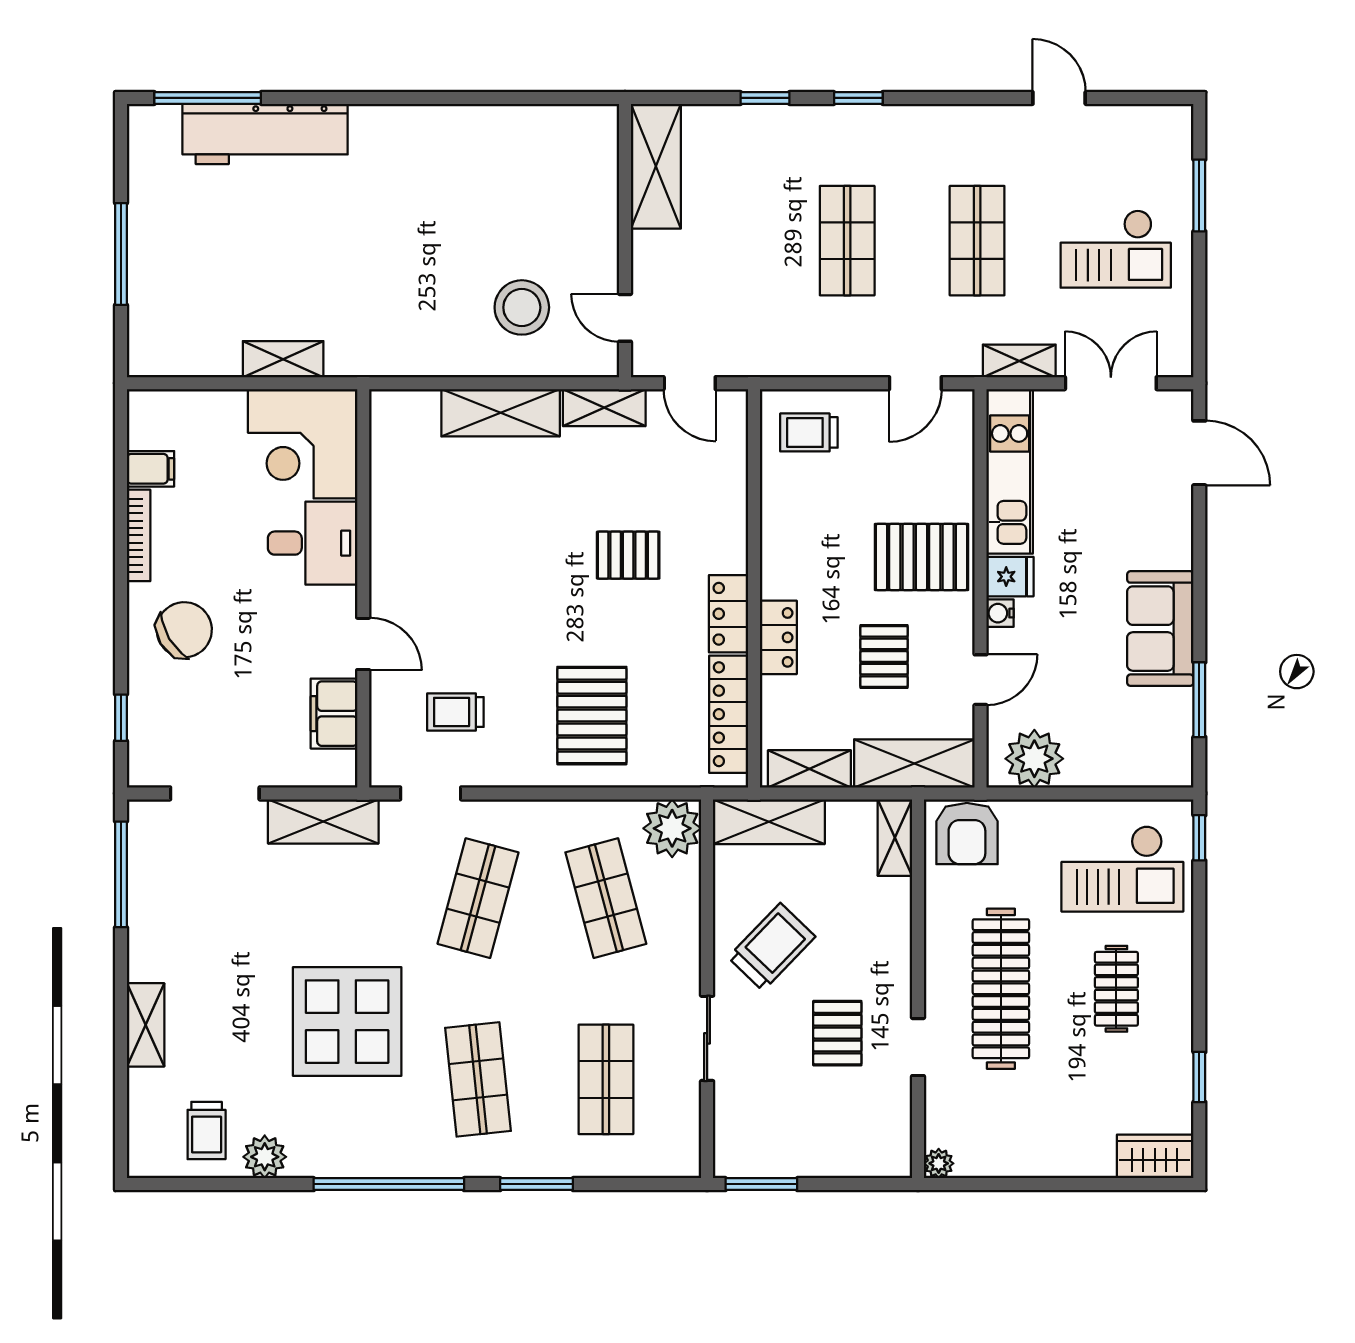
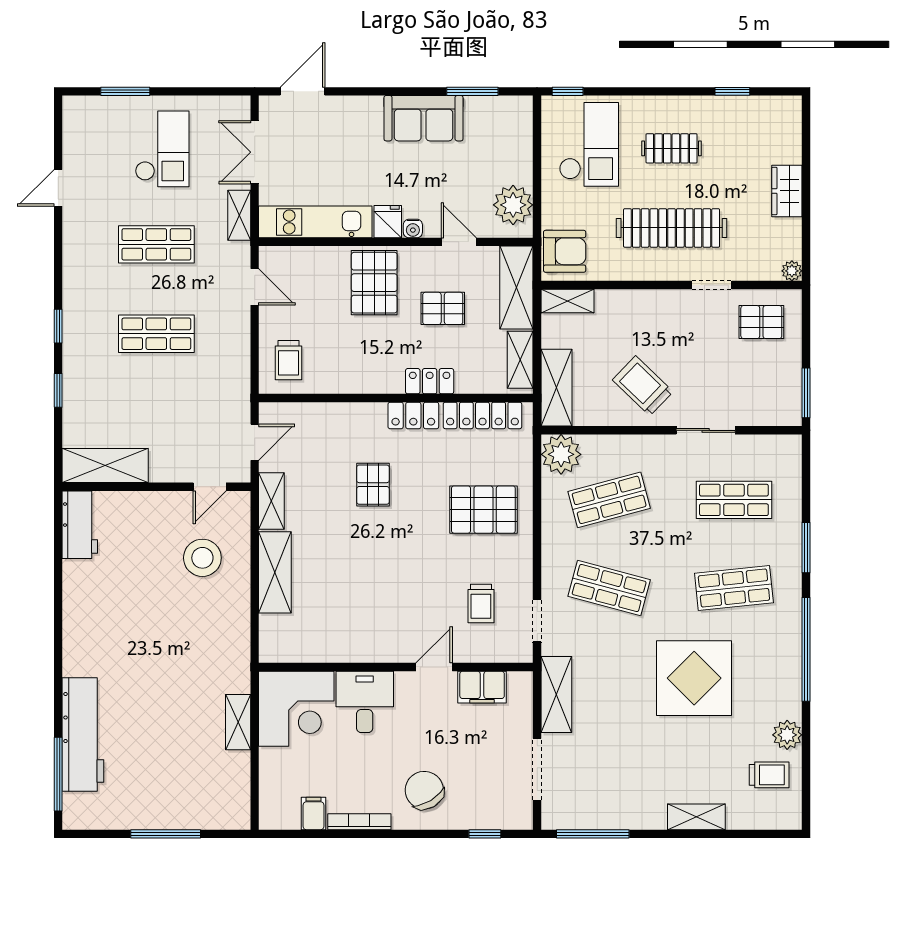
workbench: (570, 129) -> (80, 525), added
pallet: (837, 1033) -> (761, 322), moved
wardrobe: (1155, 1156) -> (787, 191), moved

